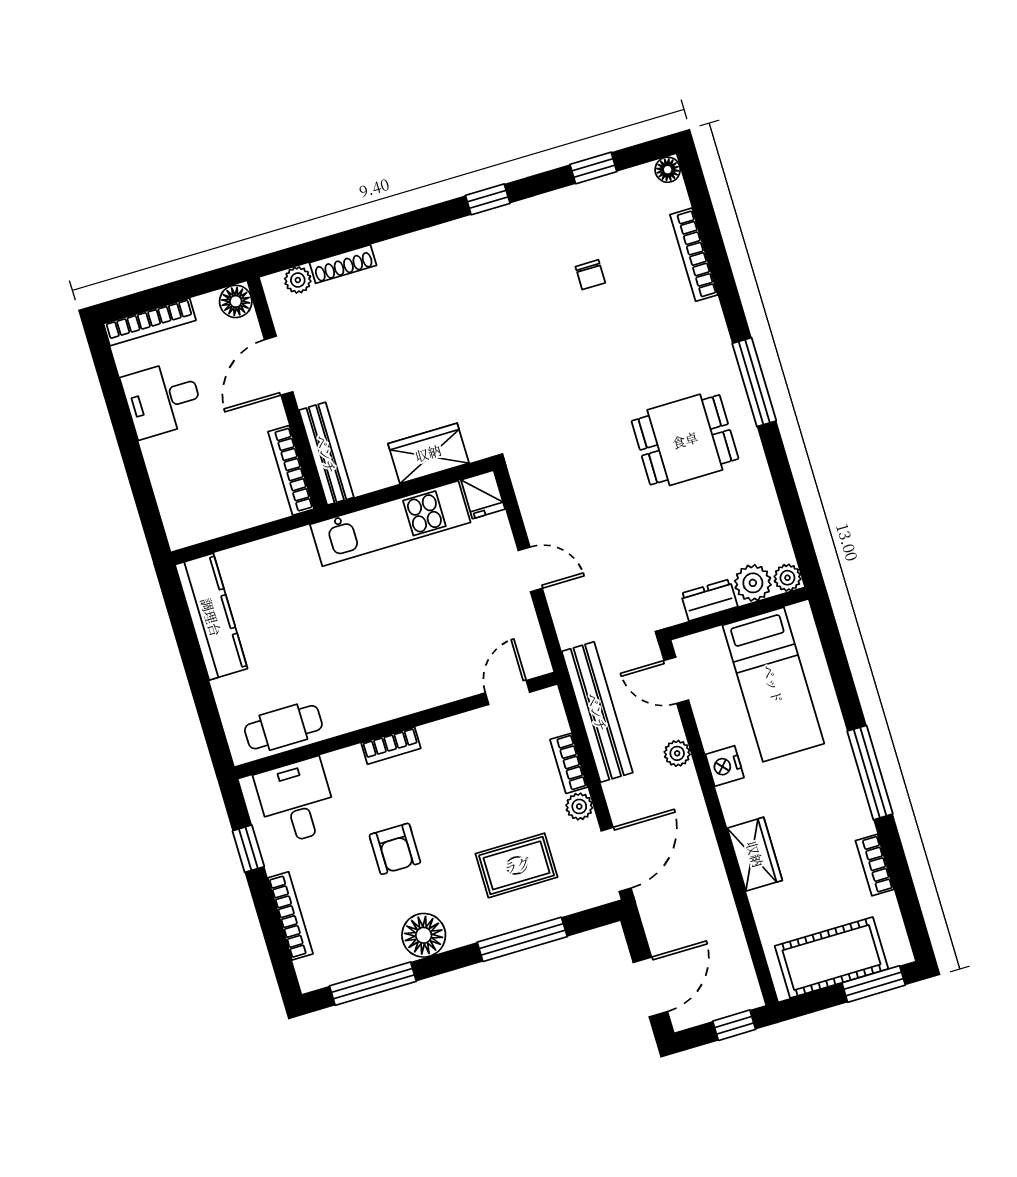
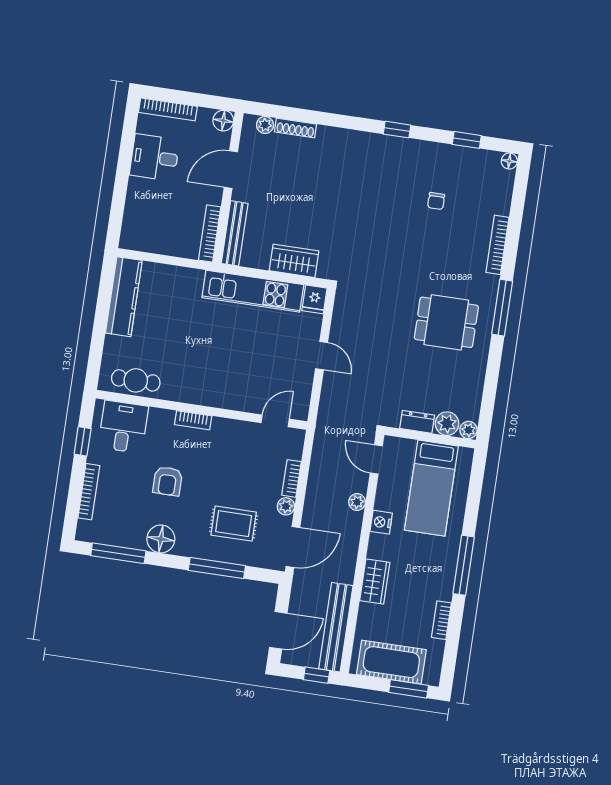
bookcase: (694, 255) -> (497, 245), moved
bench: (597, 712) -> (336, 627), moved

